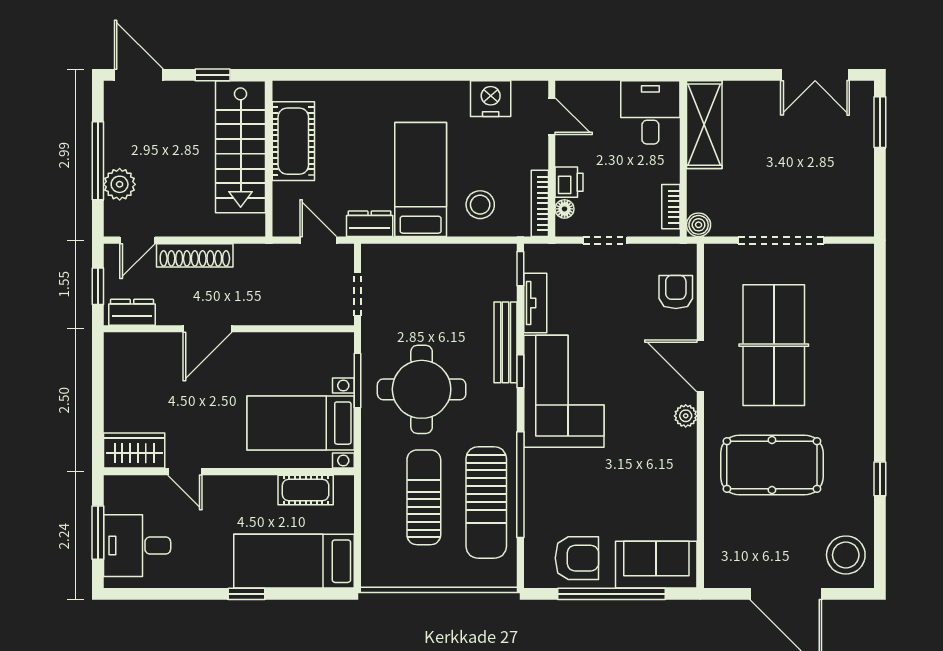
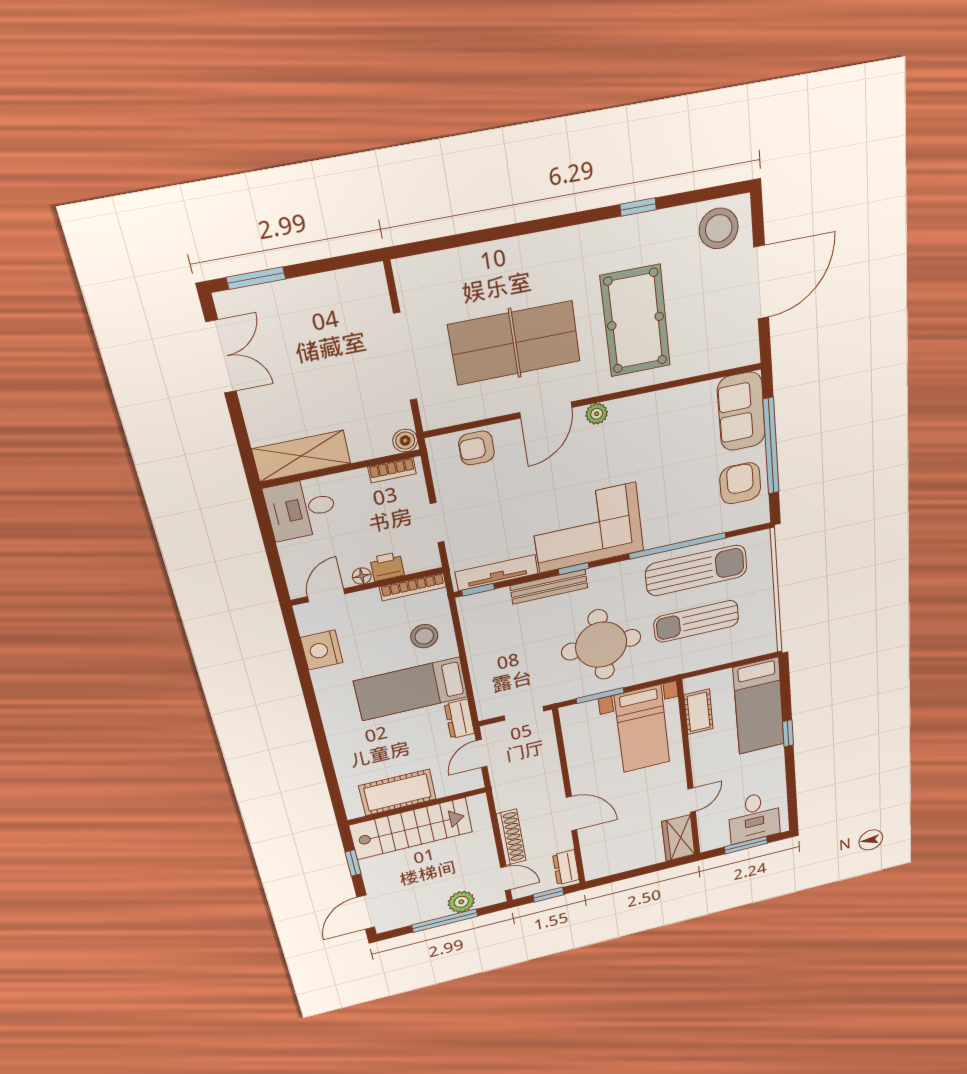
floor lamp: (565, 209) -> (362, 576), moved
tv unit: (535, 303) -> (497, 573), width x1.41

